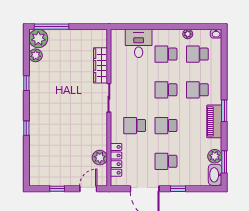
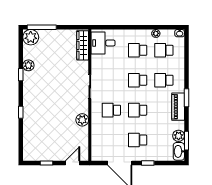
desk: (139, 43) -> (103, 43), moved, turned -90
plant: (36, 55) -> (28, 65), moved
wardrobe: (100, 65) -> (83, 45), moved
plant: (100, 158) -> (82, 120), moved
locker: (116, 160) -> (96, 139), removed

